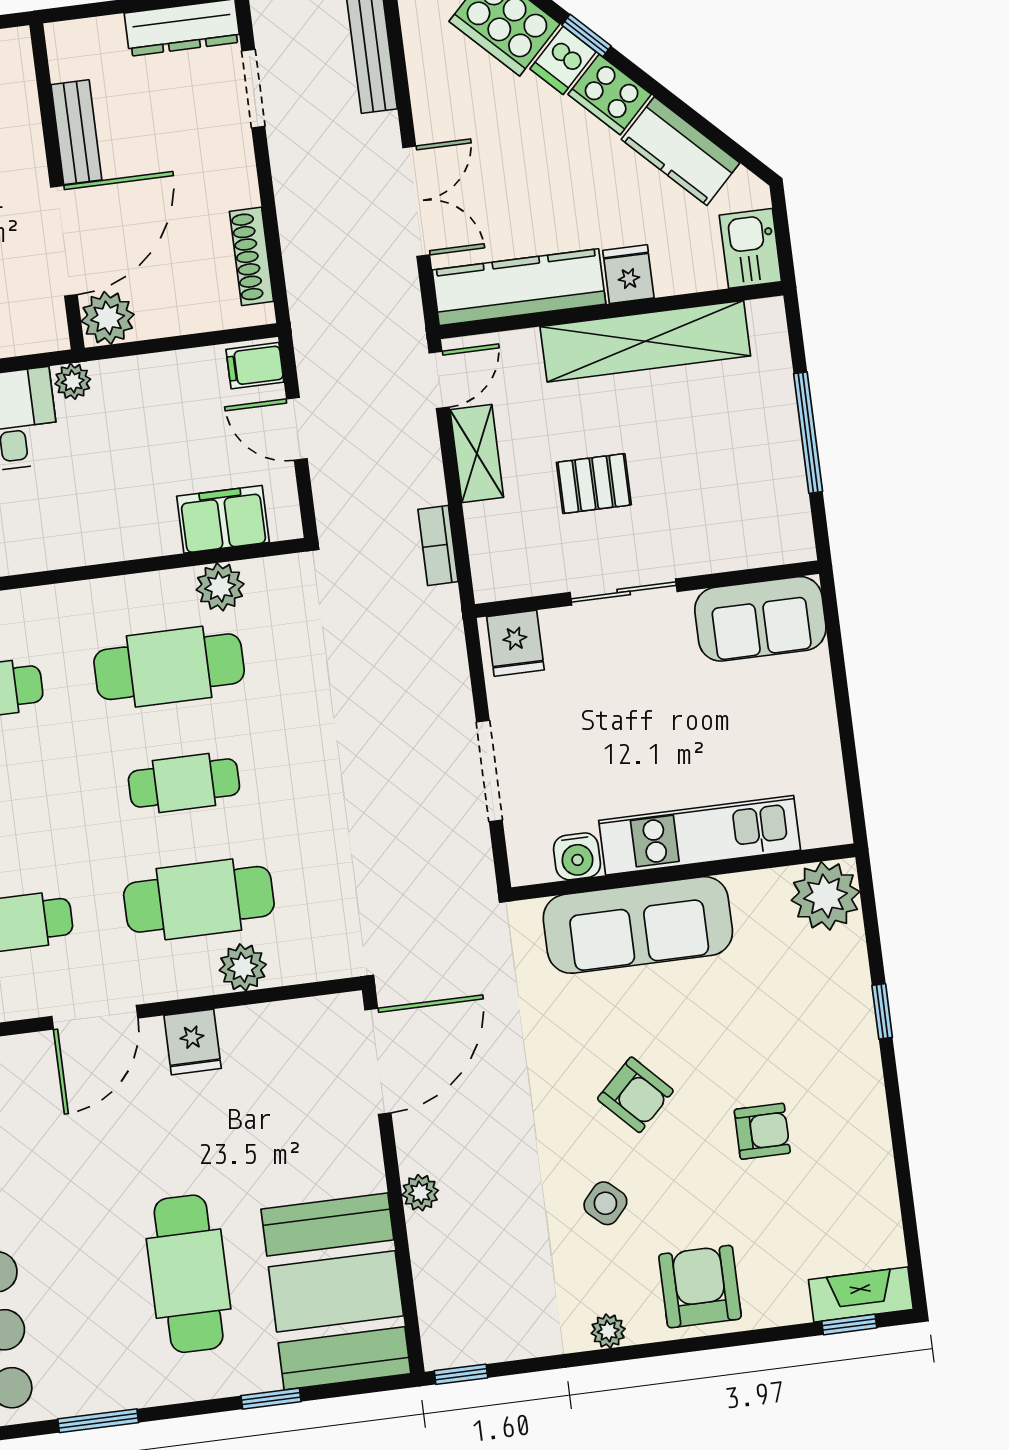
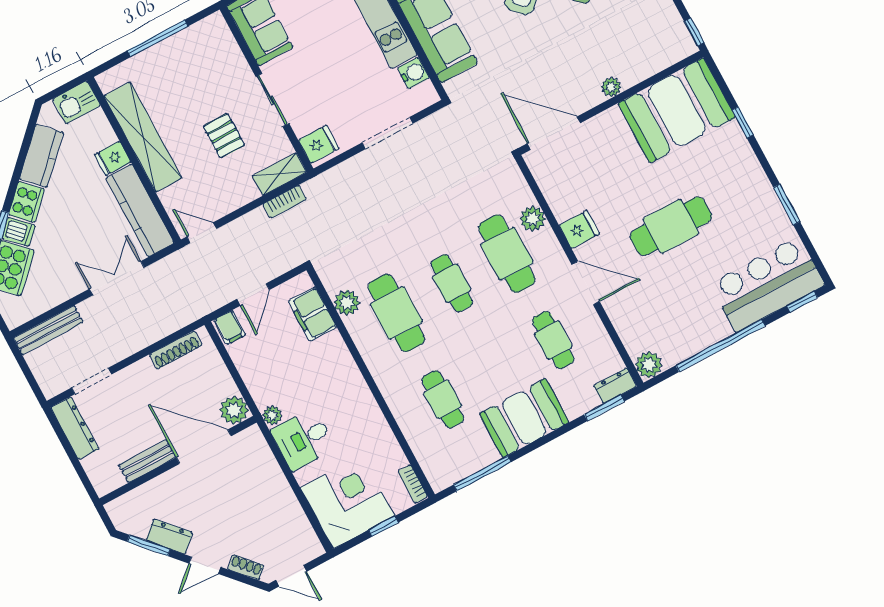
shelving: (477, 453) -> (279, 174), moved
cafe table: (189, 1274) -> (671, 226), moved

